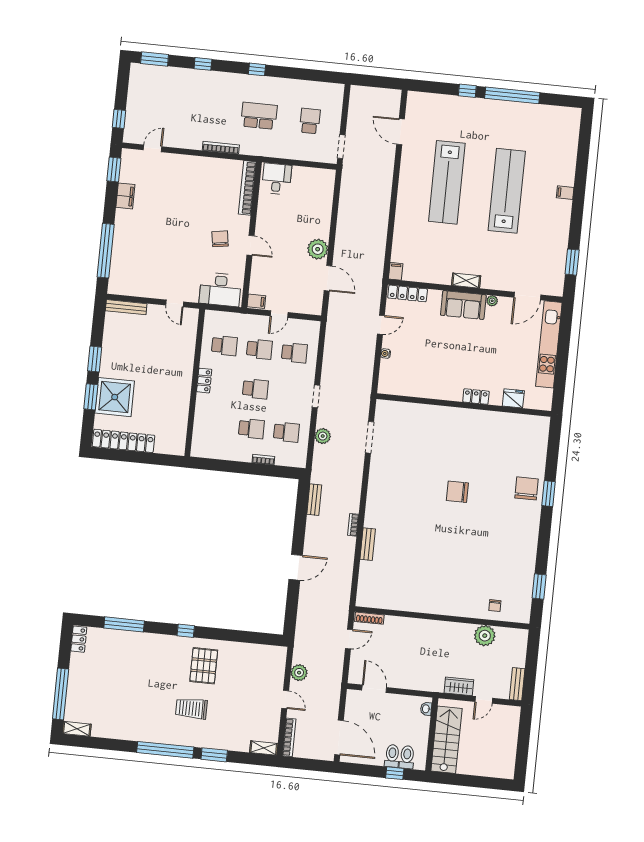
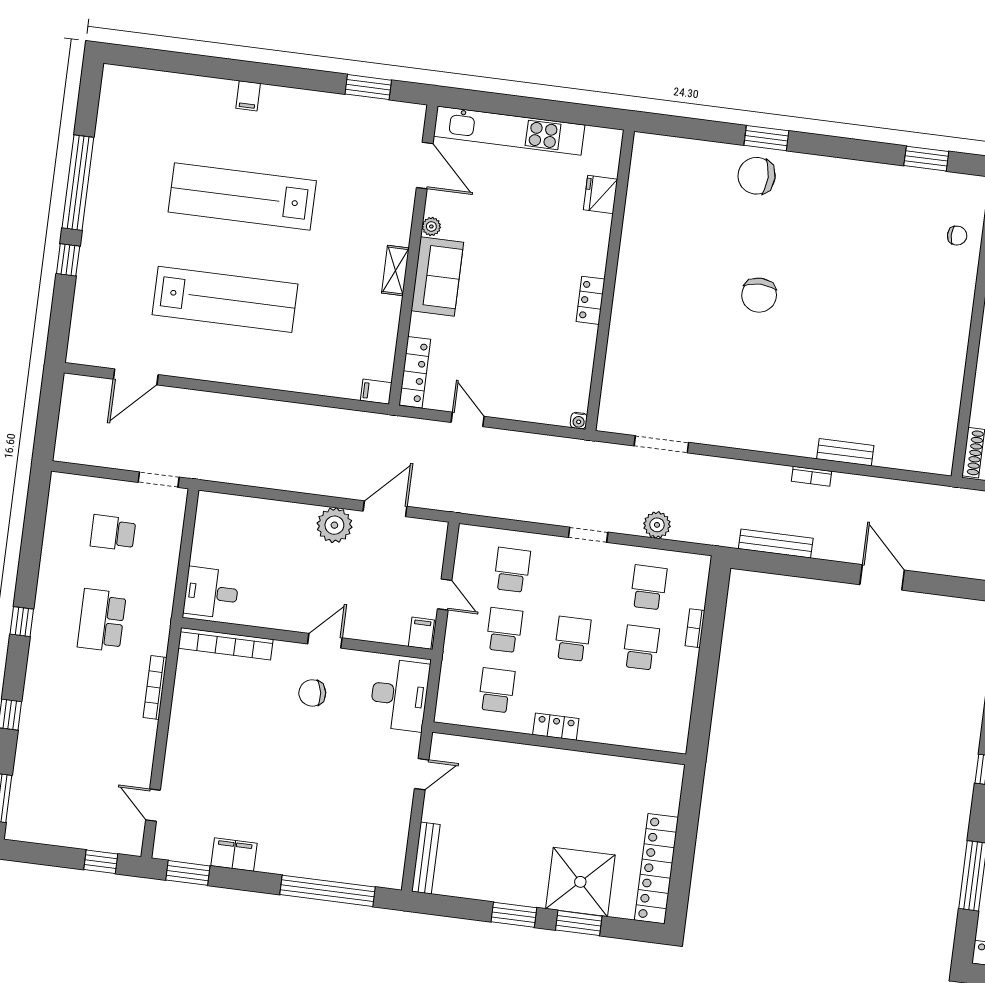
water cooler: (386, 354) -> (579, 421), moved
locker: (476, 397) -> (590, 300), moved
bench: (314, 500) -> (776, 544), width x1.36

